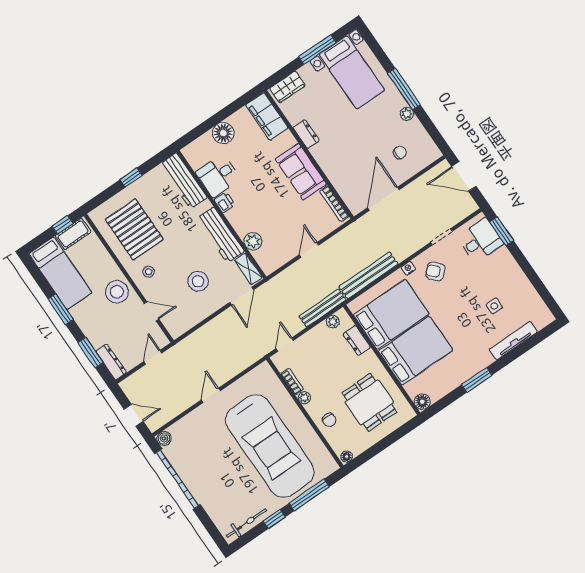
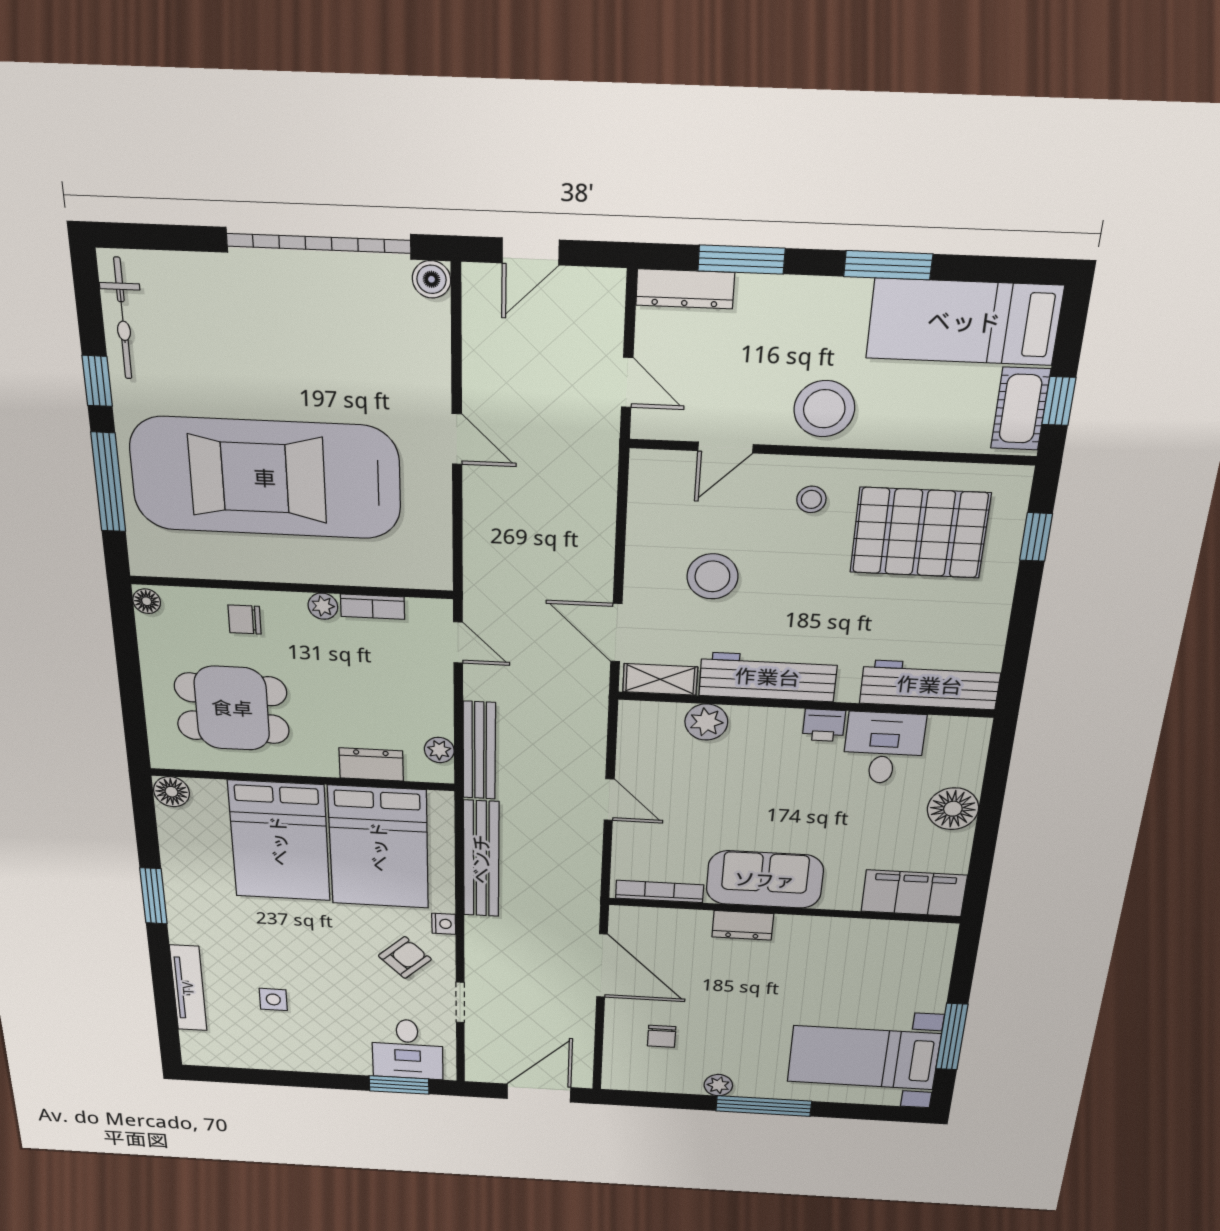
wardrobe: (287, 87) -> (933, 956), removed
dresser: (306, 134) -> (743, 925), moved
window: (131, 177) -> (1036, 537), moved

